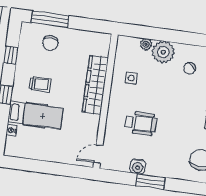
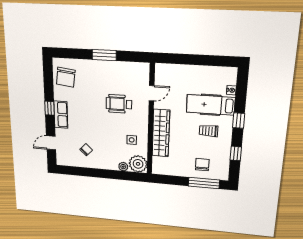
plant: (163, 52) -> (138, 164), moved
door: (98, 154) -> (152, 93), moved
water cooler: (138, 166) -> (117, 67), removed

